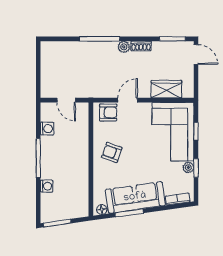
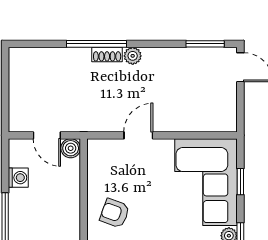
shoe rack: (141, 46) -> (107, 54), moved
wardrobe: (166, 89) -> (196, 119), removed
boiler: (82, 109) -> (71, 148), added
armchair: (108, 112) -> (109, 154), removed

